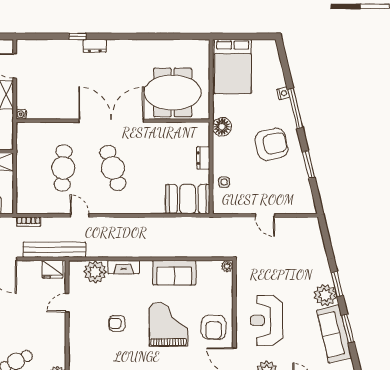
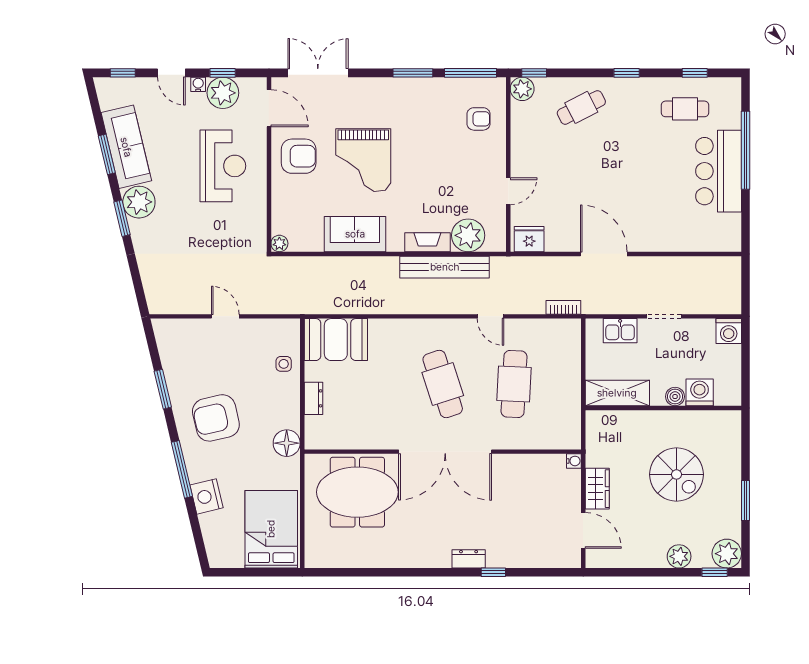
nightstand: (283, 93) -> (207, 496), width x1.89, depth x1.79
bench: (54, 250) -> (445, 267), moved
armchair: (117, 323) -> (479, 119), moved
armchair: (214, 327) -> (299, 156), turned 90

